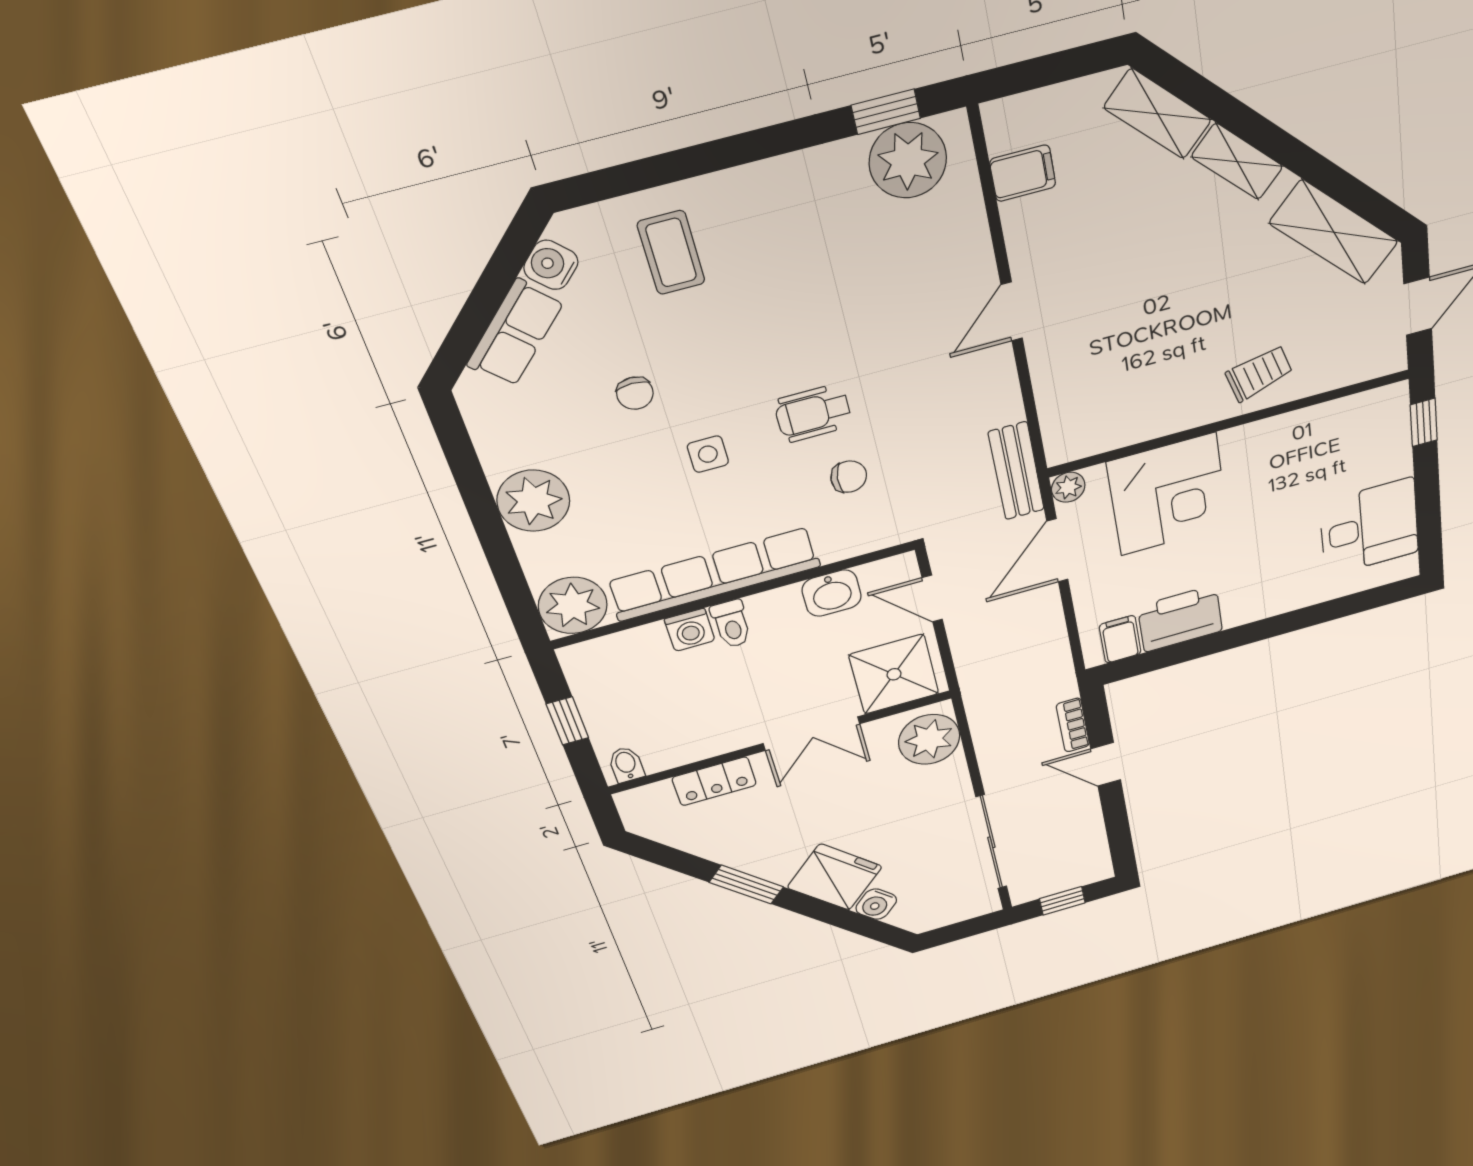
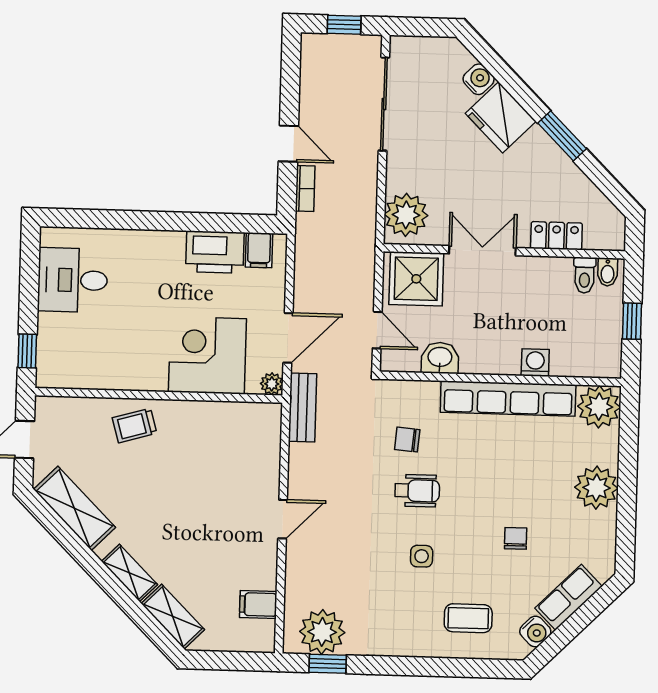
coffee table: (671, 253) -> (468, 618), turned 90
side table: (708, 454) -> (422, 556), moved
toilet: (731, 624) -> (585, 275), moved, turned 180

